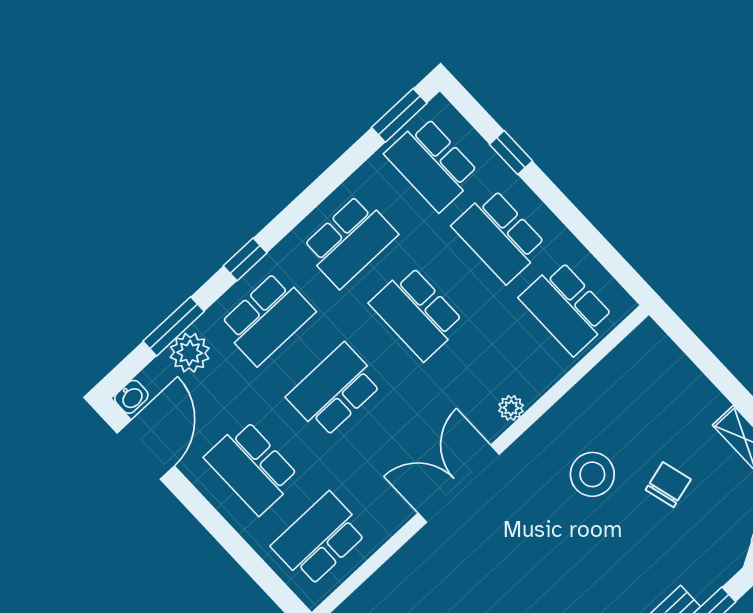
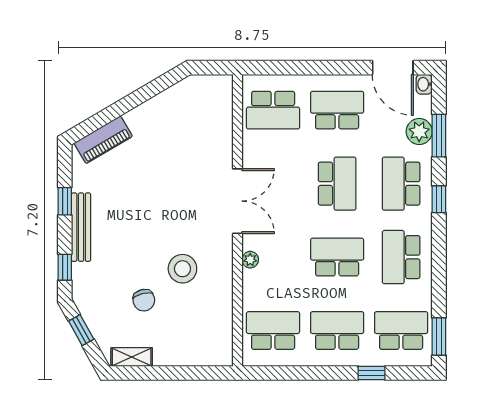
school desk: (319, 539) -> (273, 110), turned 90

